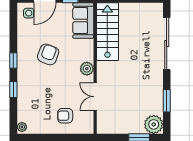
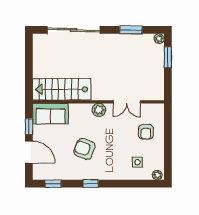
side table: (29, 13) -> (138, 162), moved
window: (13, 90) -> (53, 184), moved
plant: (154, 124) -> (159, 39), width x0.53, depth x0.53

